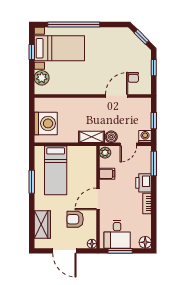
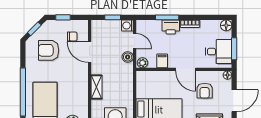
armchair: (118, 52) -> (49, 50), added
shelving: (91, 137) -> (96, 87), moved
window: (154, 164) -> (167, 17), moved

